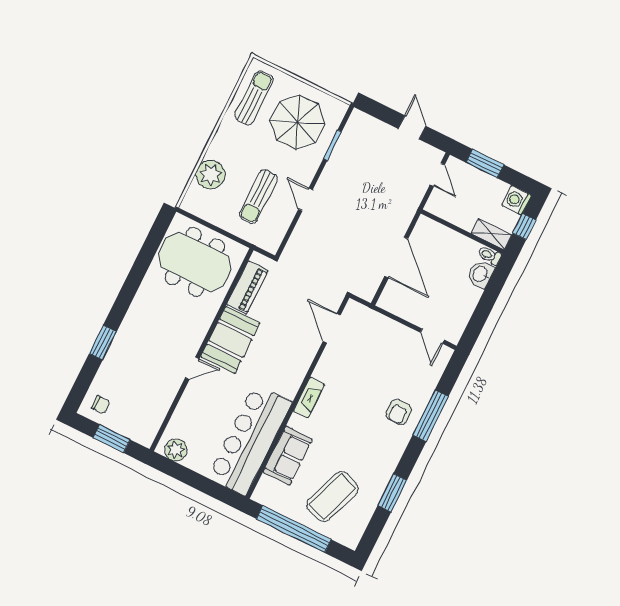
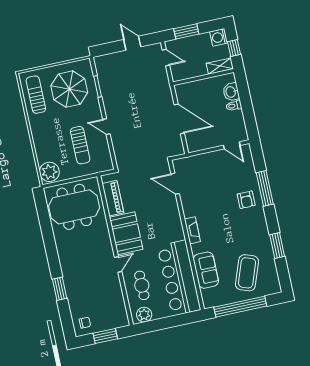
plant: (211, 175) -> (49, 172), moved
toilet: (489, 255) -> (234, 106), moved
cafe table: (200, 414) -> (142, 285), added

